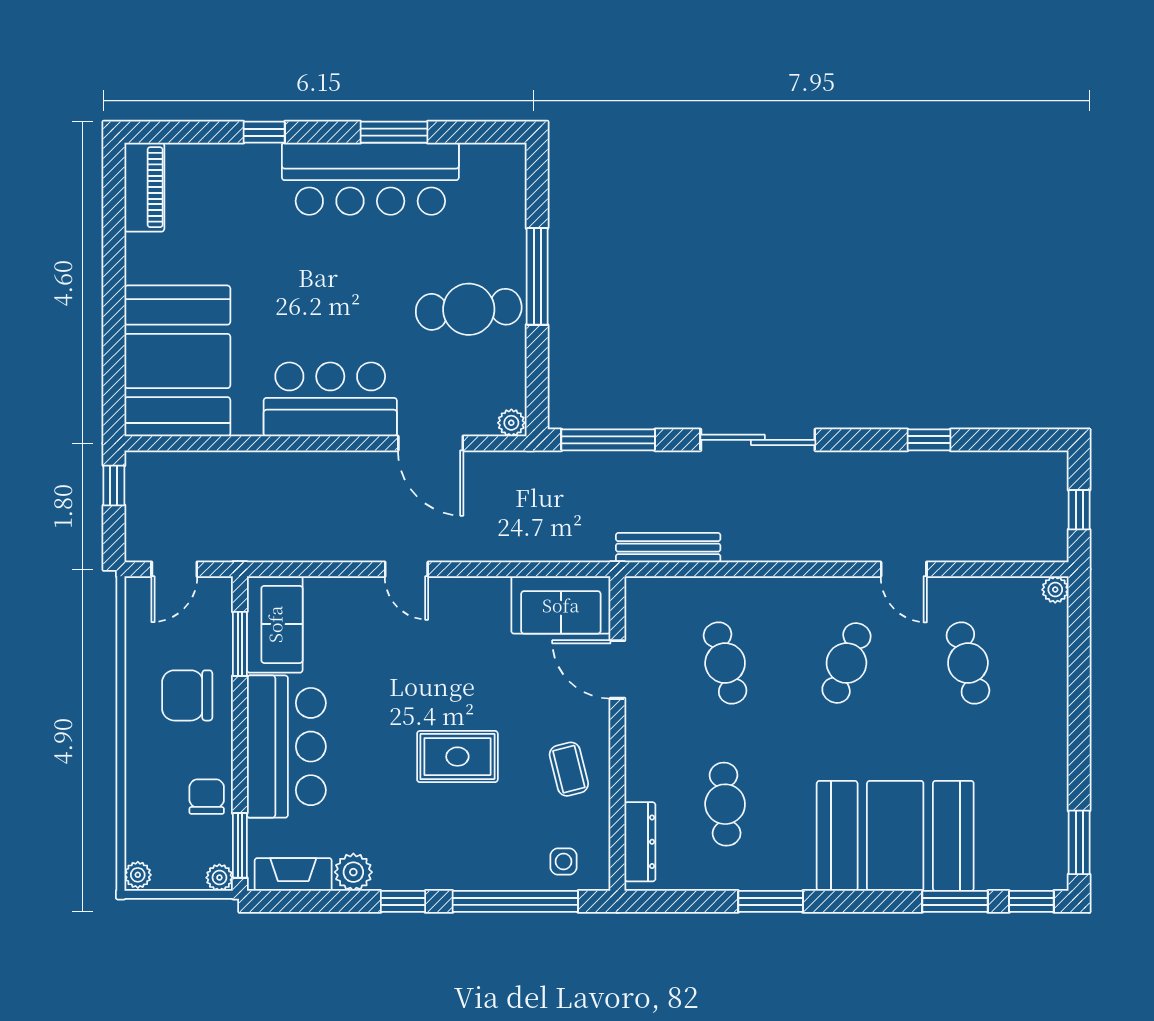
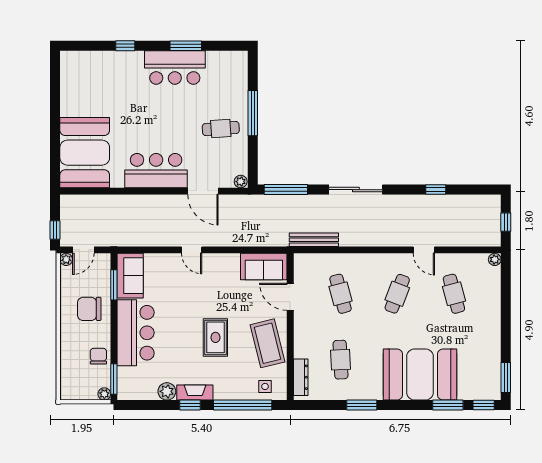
bar counter: (370, 179) -> (175, 68), width x0.73
piano: (144, 187) -> (69, 71), removed
cafe table: (469, 309) -> (221, 129), width x0.73, depth x0.74
window: (114, 485) -> (55, 230), moved
rug: (457, 757) -> (215, 337), turned 90
coffee table: (569, 769) -> (268, 343), width x1.86, depth x1.72
fireplace: (293, 874) -> (195, 393), moved
plant: (138, 875) -> (66, 259), moved

